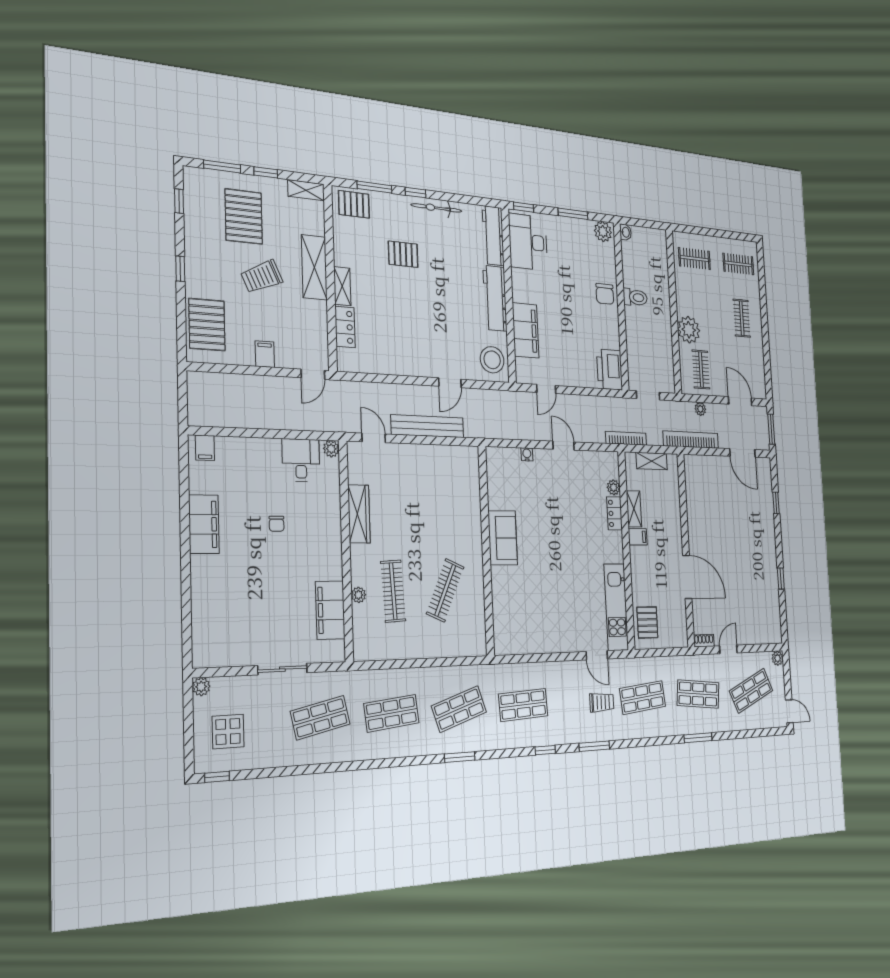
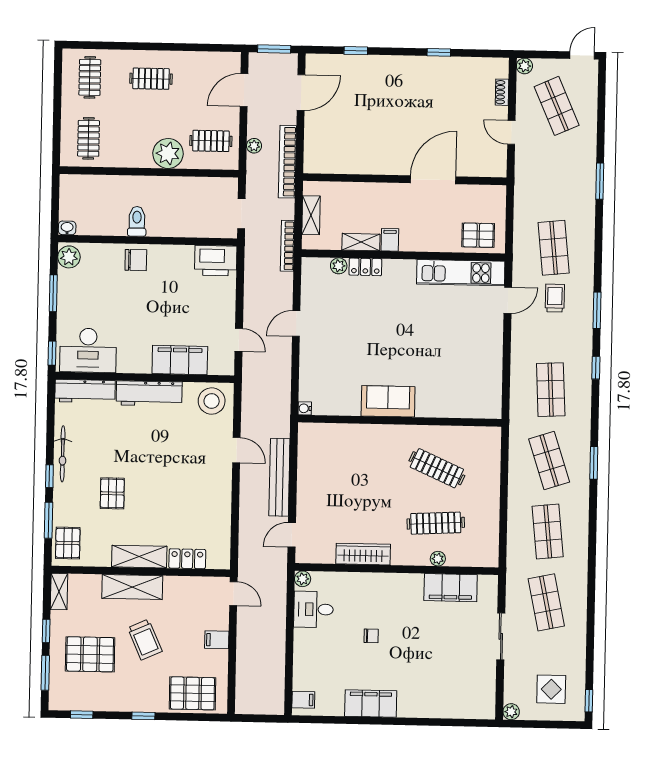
shelving: (342, 286) -> (139, 557), width x1.50, depth x1.33
water cooler: (527, 454) -> (305, 408), moved
shoe rack: (704, 641) -> (502, 92), moved
shop shelf: (698, 694) -> (555, 177), removed

